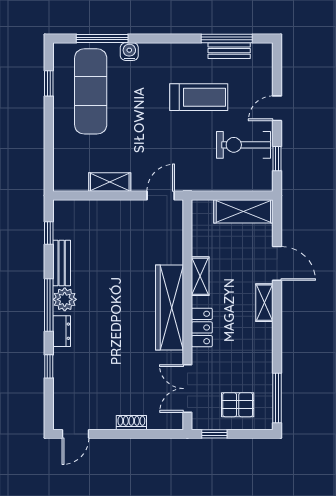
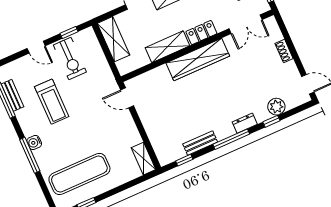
window: (102, 39) -> (30, 155), moved
water cooler: (129, 52) -> (34, 142), moved
treadmill: (199, 97) -> (52, 102), turned 180
shelving: (110, 182) -> (144, 159), moved
shelving: (200, 276) -> (167, 47), width x1.50, depth x1.33
plant: (65, 299) -> (276, 107), moved

